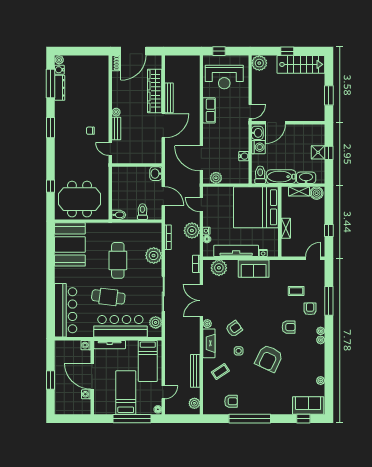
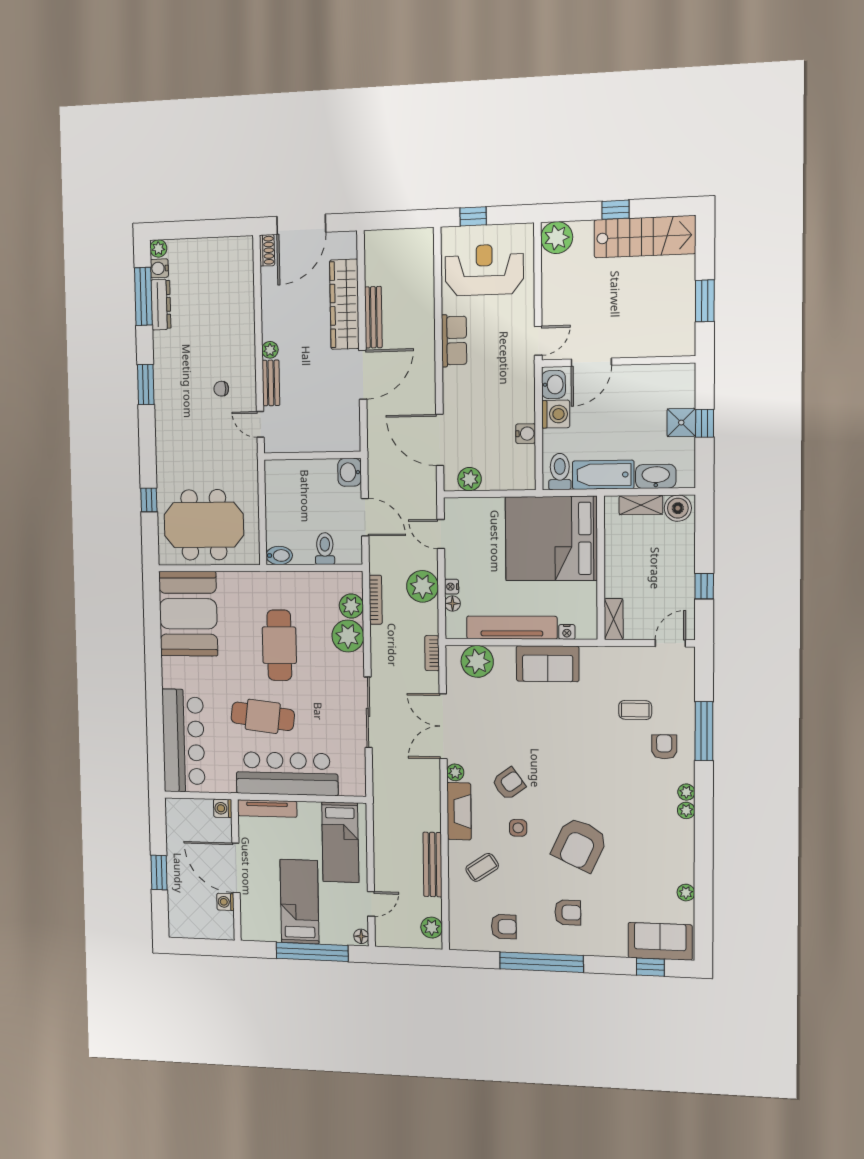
reception desk: (224, 77) -> (484, 270), turned 180
shelving: (286, 228) -> (614, 619), moved
plant: (156, 322) -> (351, 606), moved
armchair: (289, 327) -> (568, 912), moved

